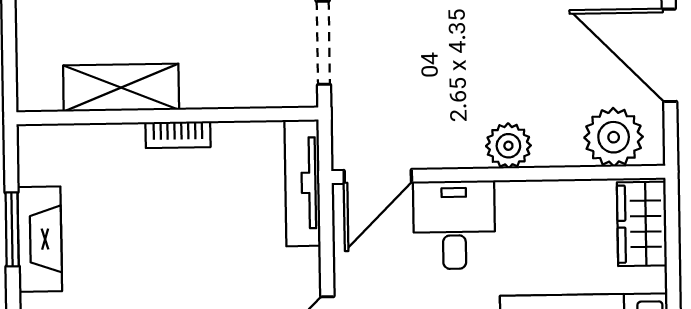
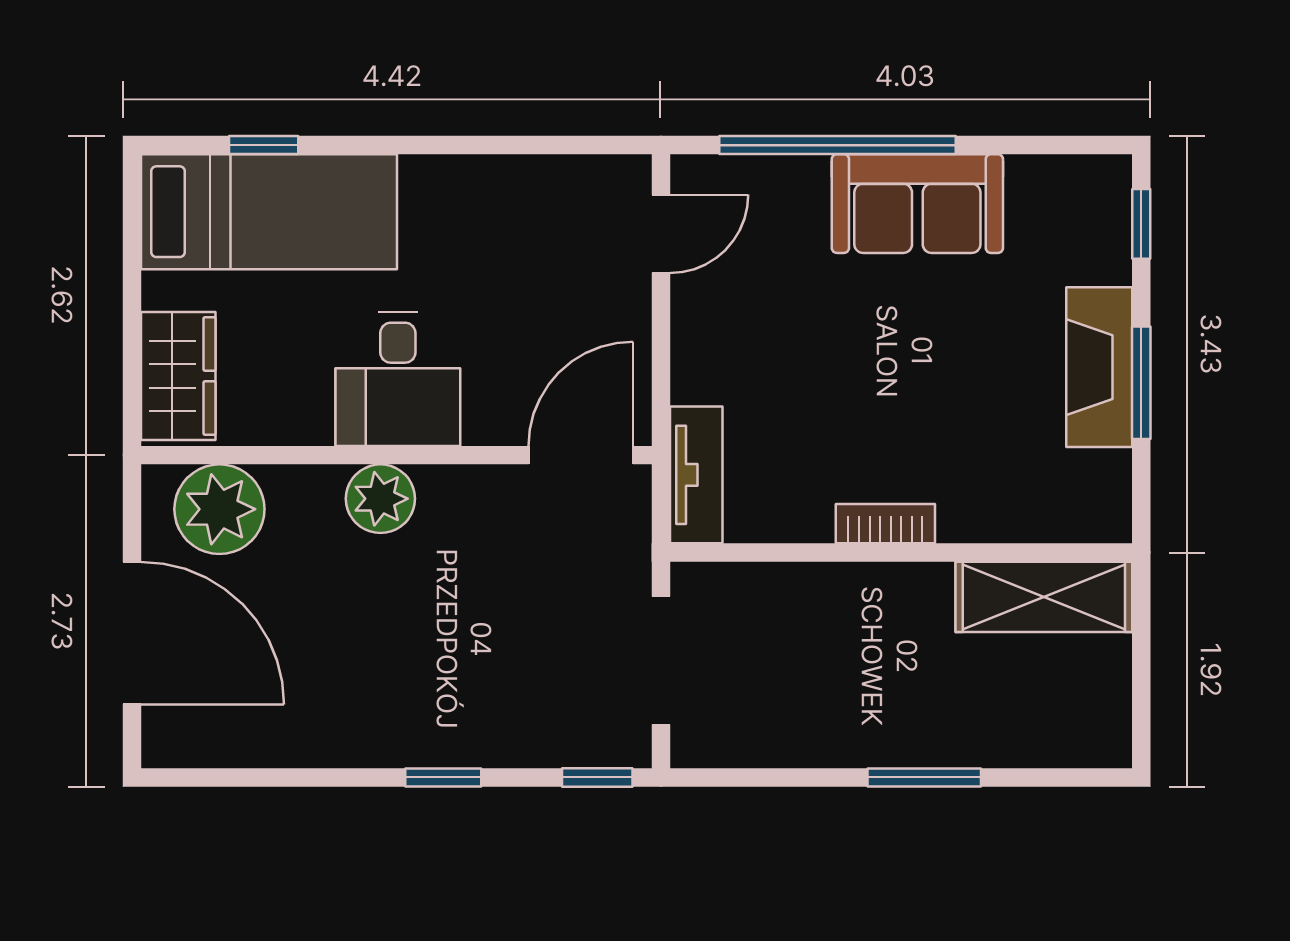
shelving: (121, 88) -> (1044, 597), moved
tv unit: (302, 183) -> (696, 475), width x0.71
desk: (454, 225) -> (398, 379), moved

